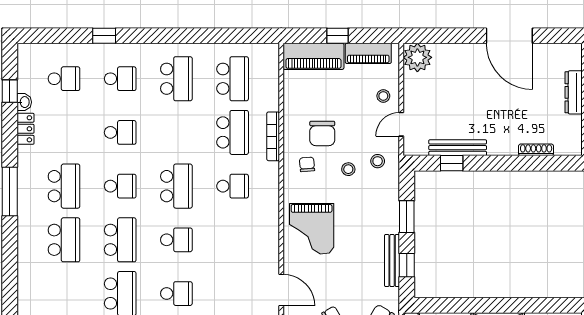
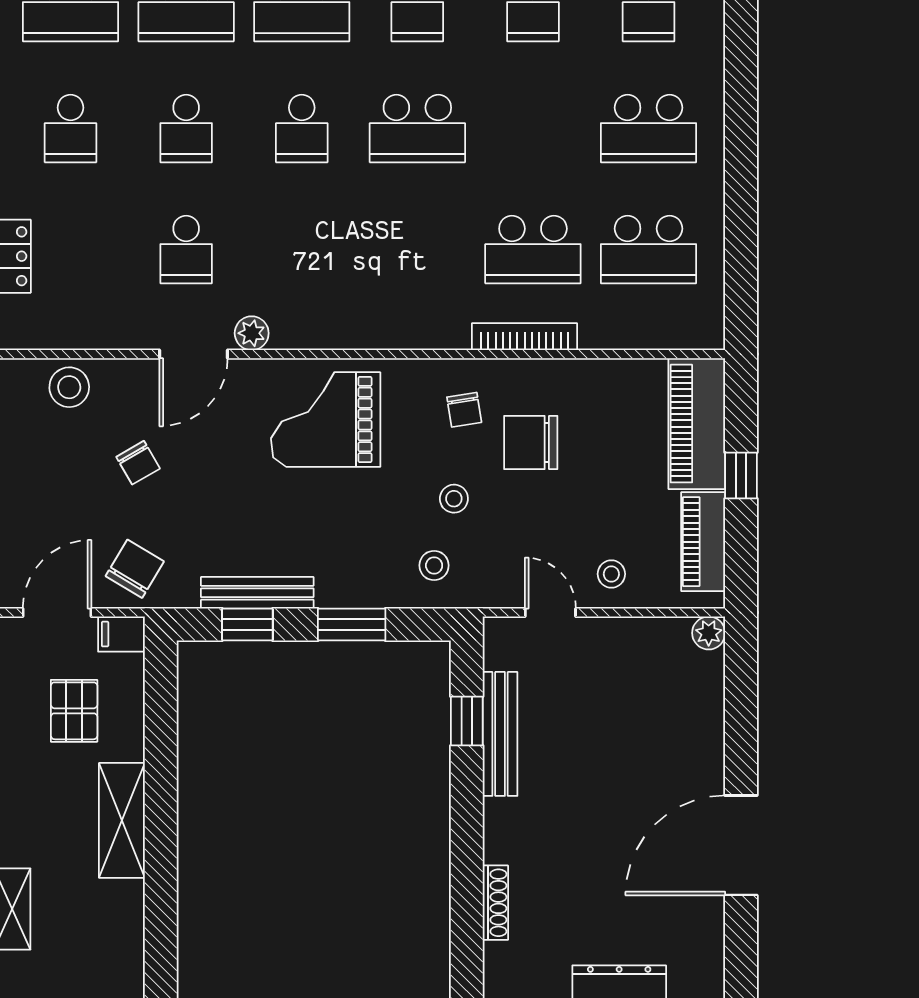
plant: (417, 57) -> (709, 633), width x0.53, depth x0.53
stool: (378, 161) -> (434, 565), moved
chair: (307, 164) -> (464, 410), turned 86
school desk: (233, 186) -> (186, 249), moved
plant: (271, 263) -> (252, 333), added

